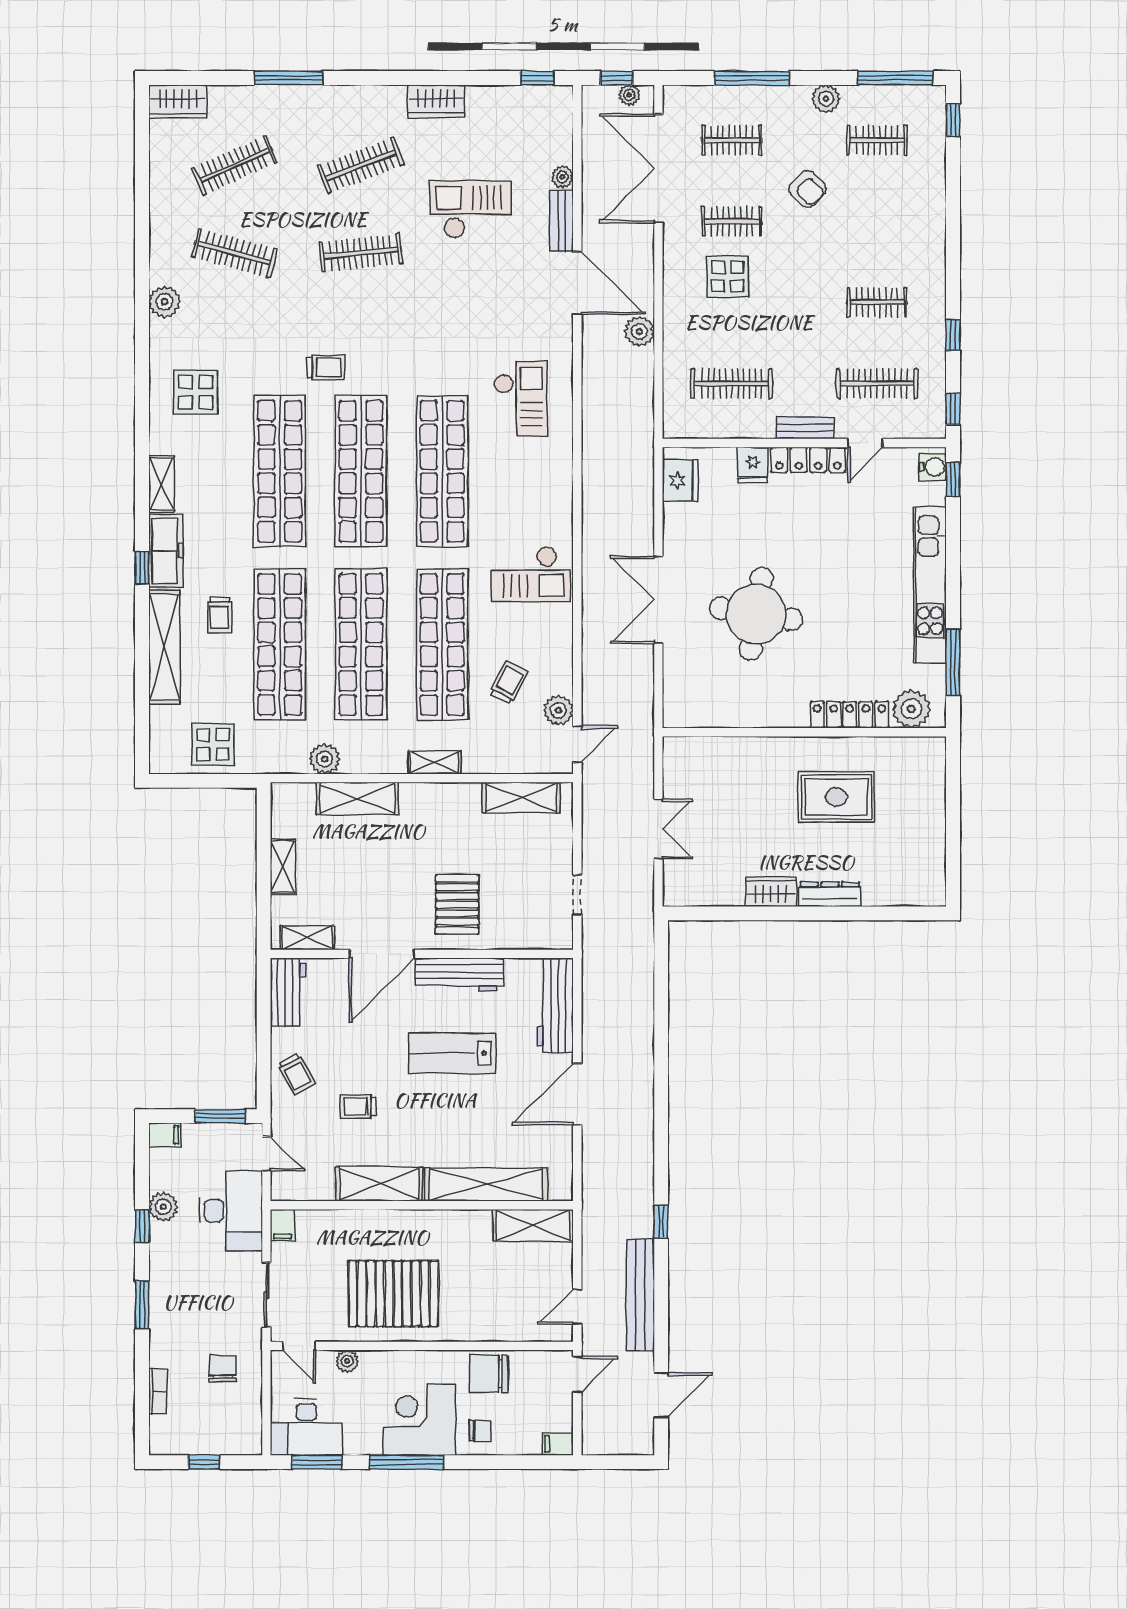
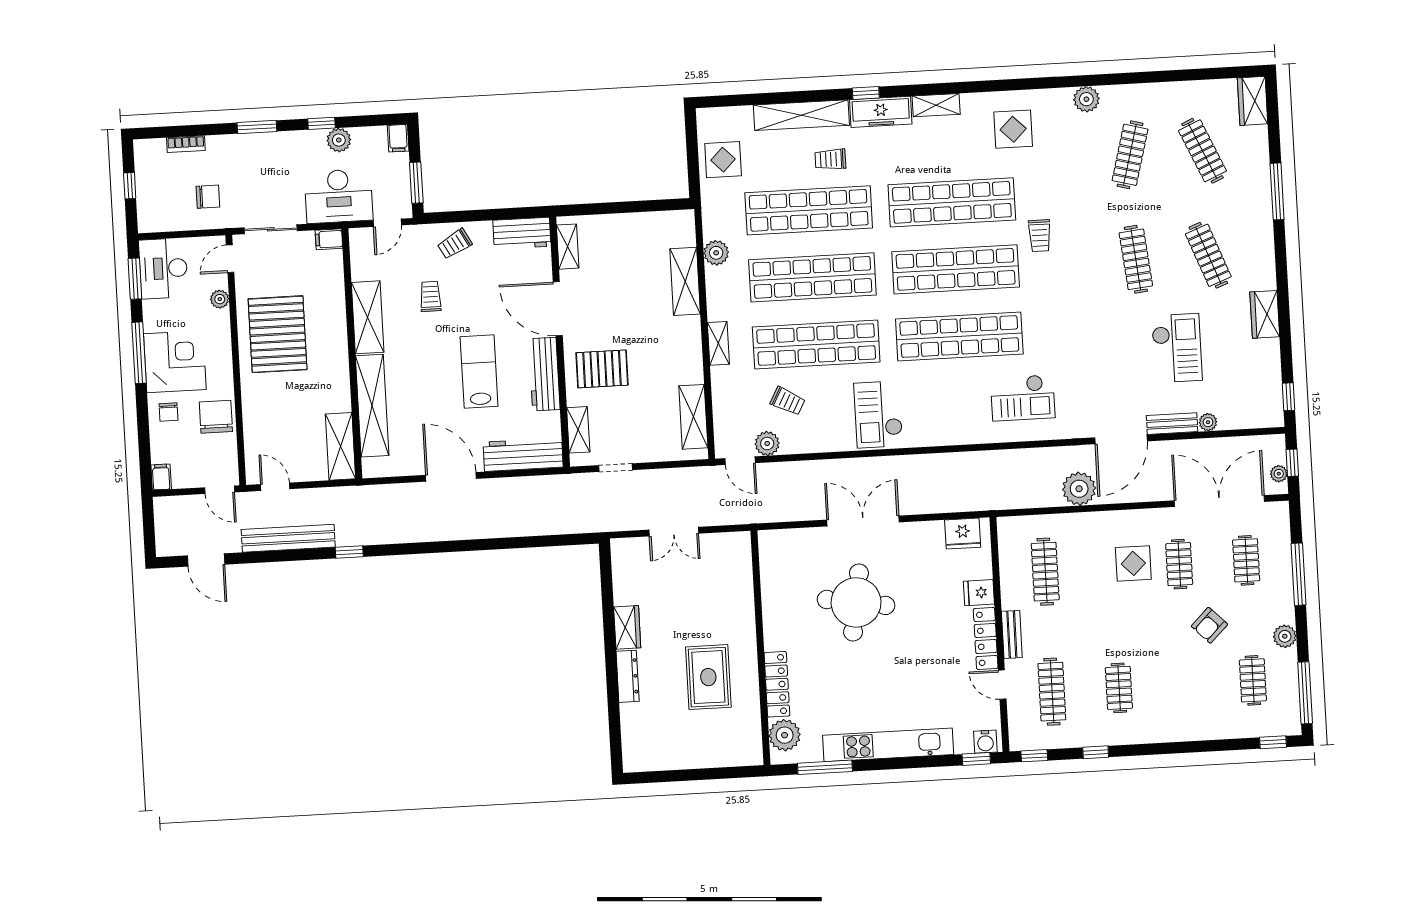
plant: (639, 332) -> (1079, 489), width x1.36, depth x1.36
shelving: (283, 867) -> (578, 430), moved, turned 90

